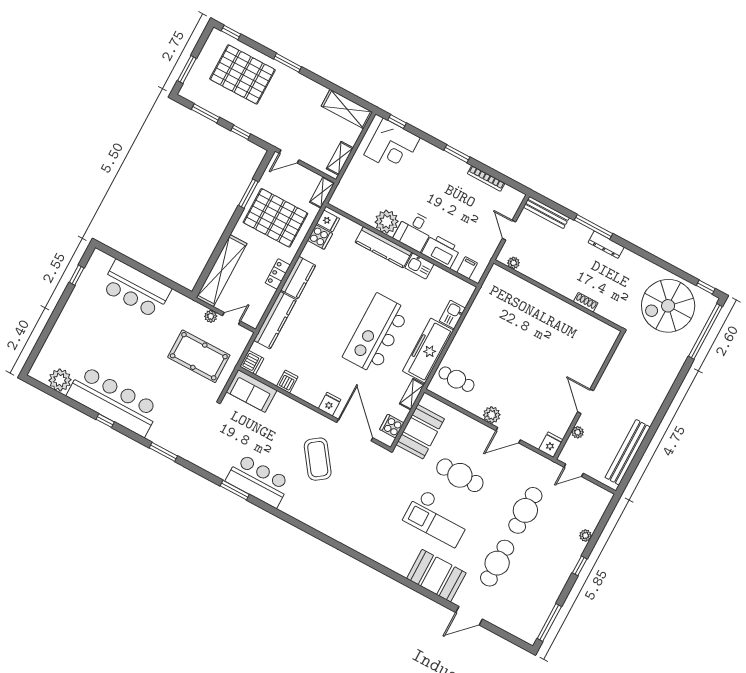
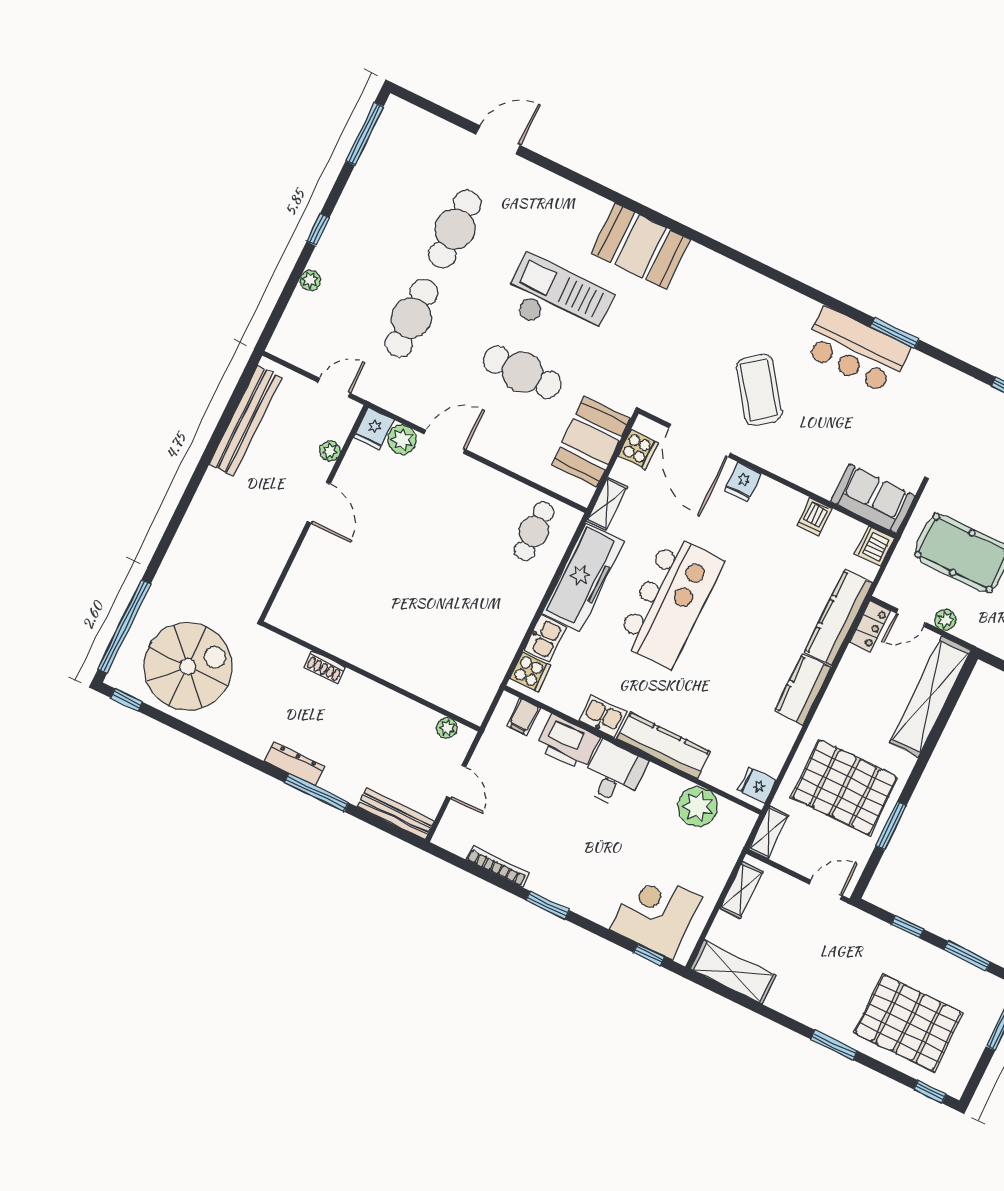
plant: (387, 222) -> (698, 806), moved
cooker: (320, 237) -> (530, 672), moved, turned 180
locker: (278, 274) -> (870, 626), moved
cafe table: (456, 379) -> (534, 531), turned 90
plant: (492, 415) -> (402, 440), moved
booth: (436, 576) -> (641, 246), moved

